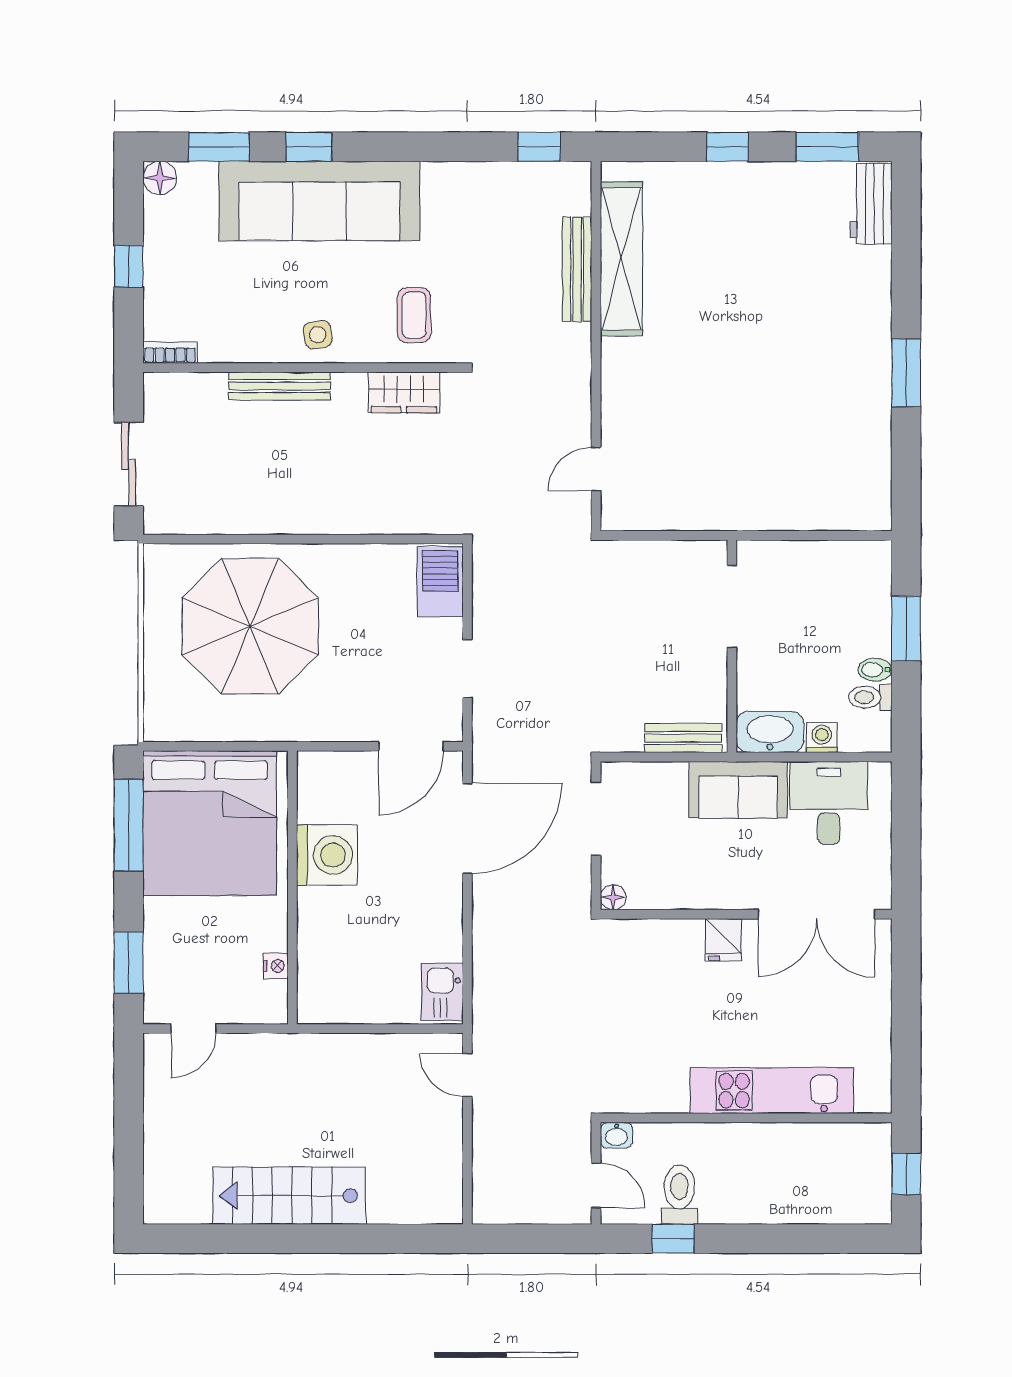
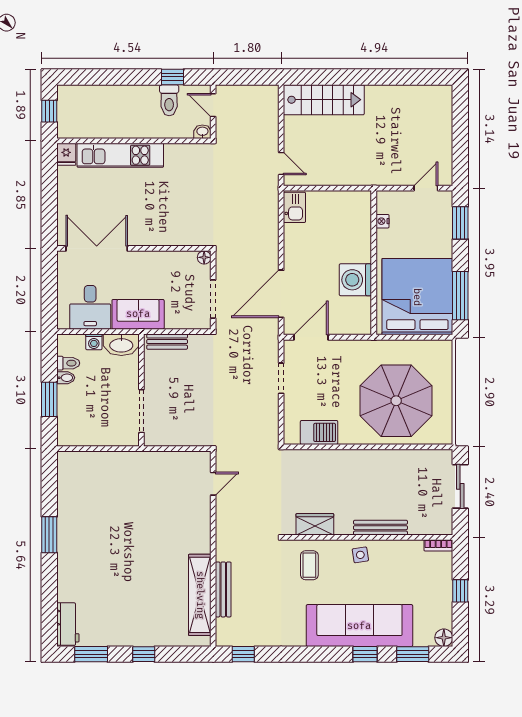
barbecue: (440, 582) -> (319, 432), moved, turned -90
fridge: (724, 940) -> (66, 154), moved, turned 180
stairs: (289, 1196) -> (324, 100), moved

